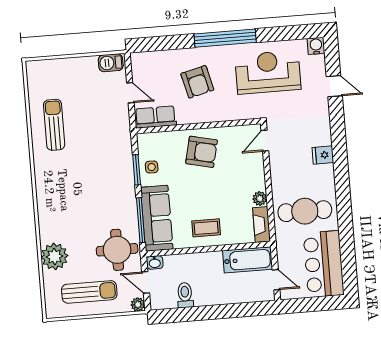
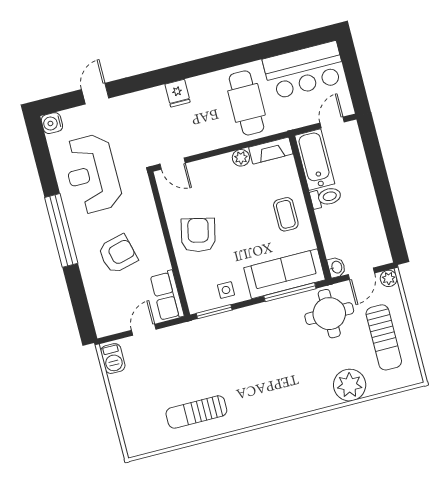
window: (137, 170) -> (214, 312), moved
sun lounger: (89, 292) -> (384, 337), turned 180
toilet: (185, 295) -> (326, 197), moved, turned 180

